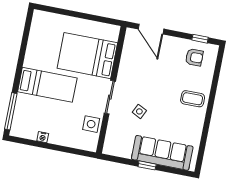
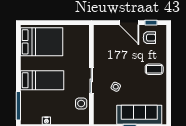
door: (151, 29) -> (129, 23), moved
bed: (87, 56) -> (42, 42), moved, turned 180

